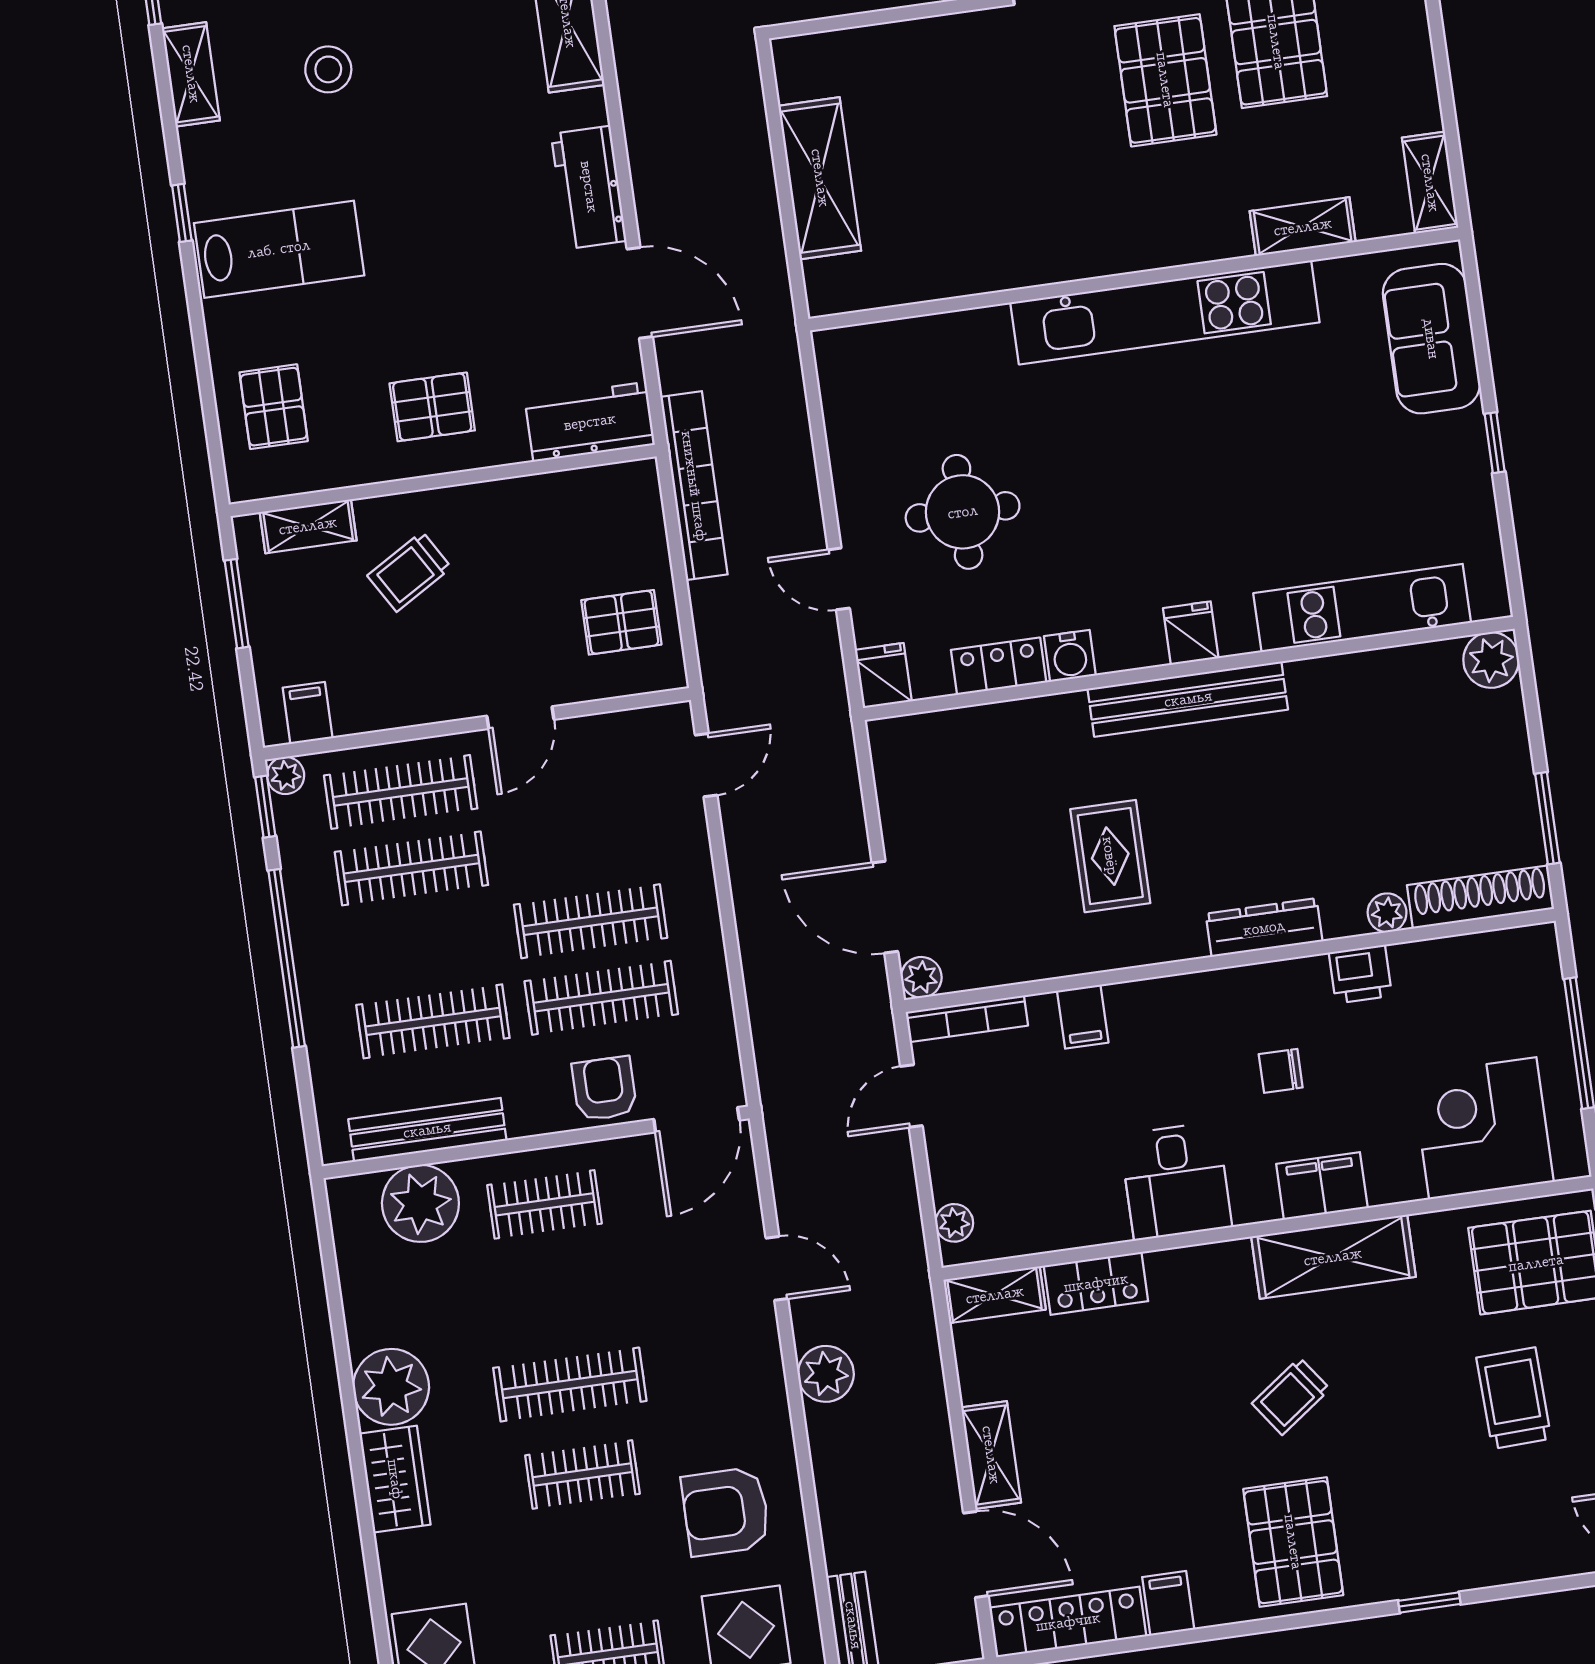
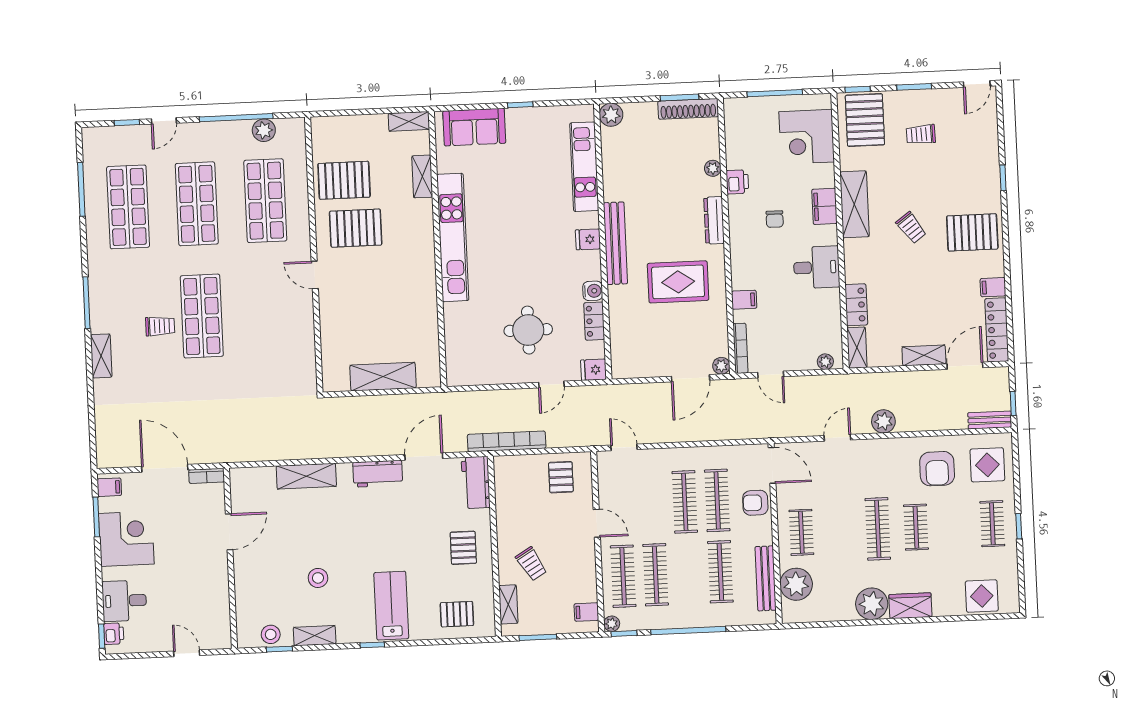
rug: (1110, 856) -> (678, 282), width x1.36, depth x1.43
shoe rack: (1480, 897) -> (688, 109), moved, turned -90
trolley: (1514, 1398) -> (921, 134), width x0.73, depth x0.72

